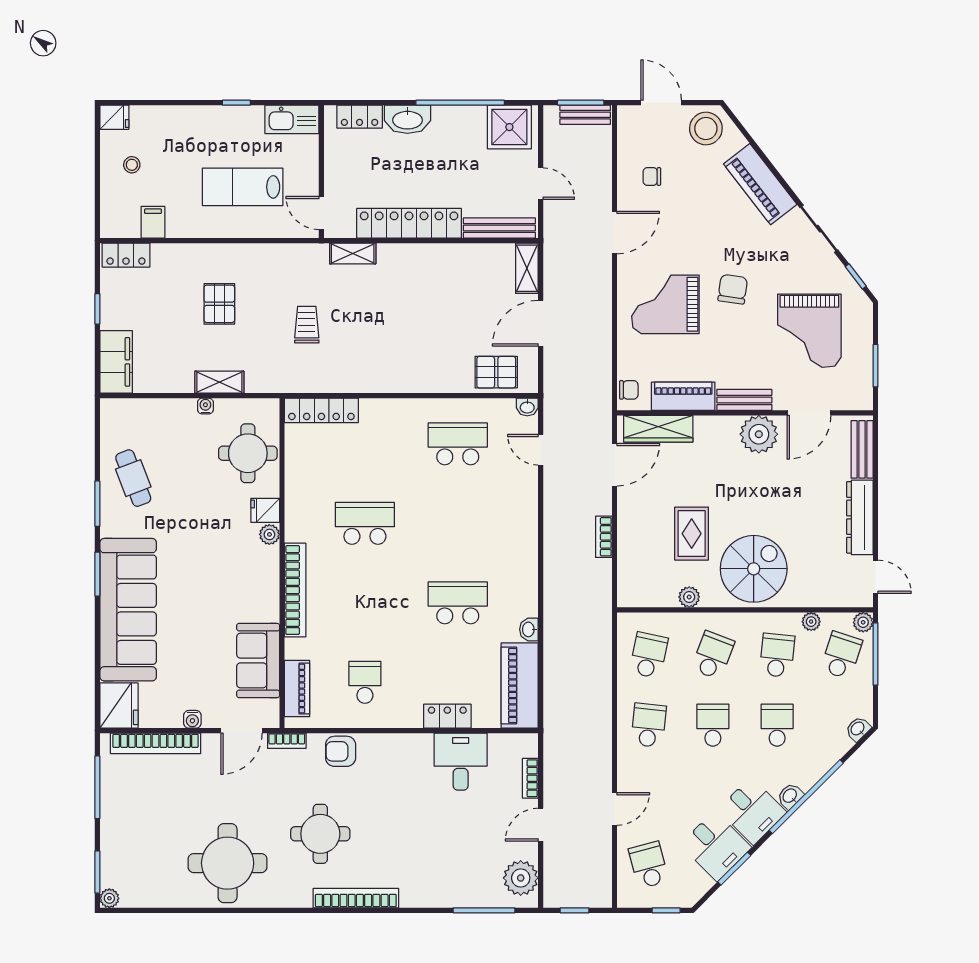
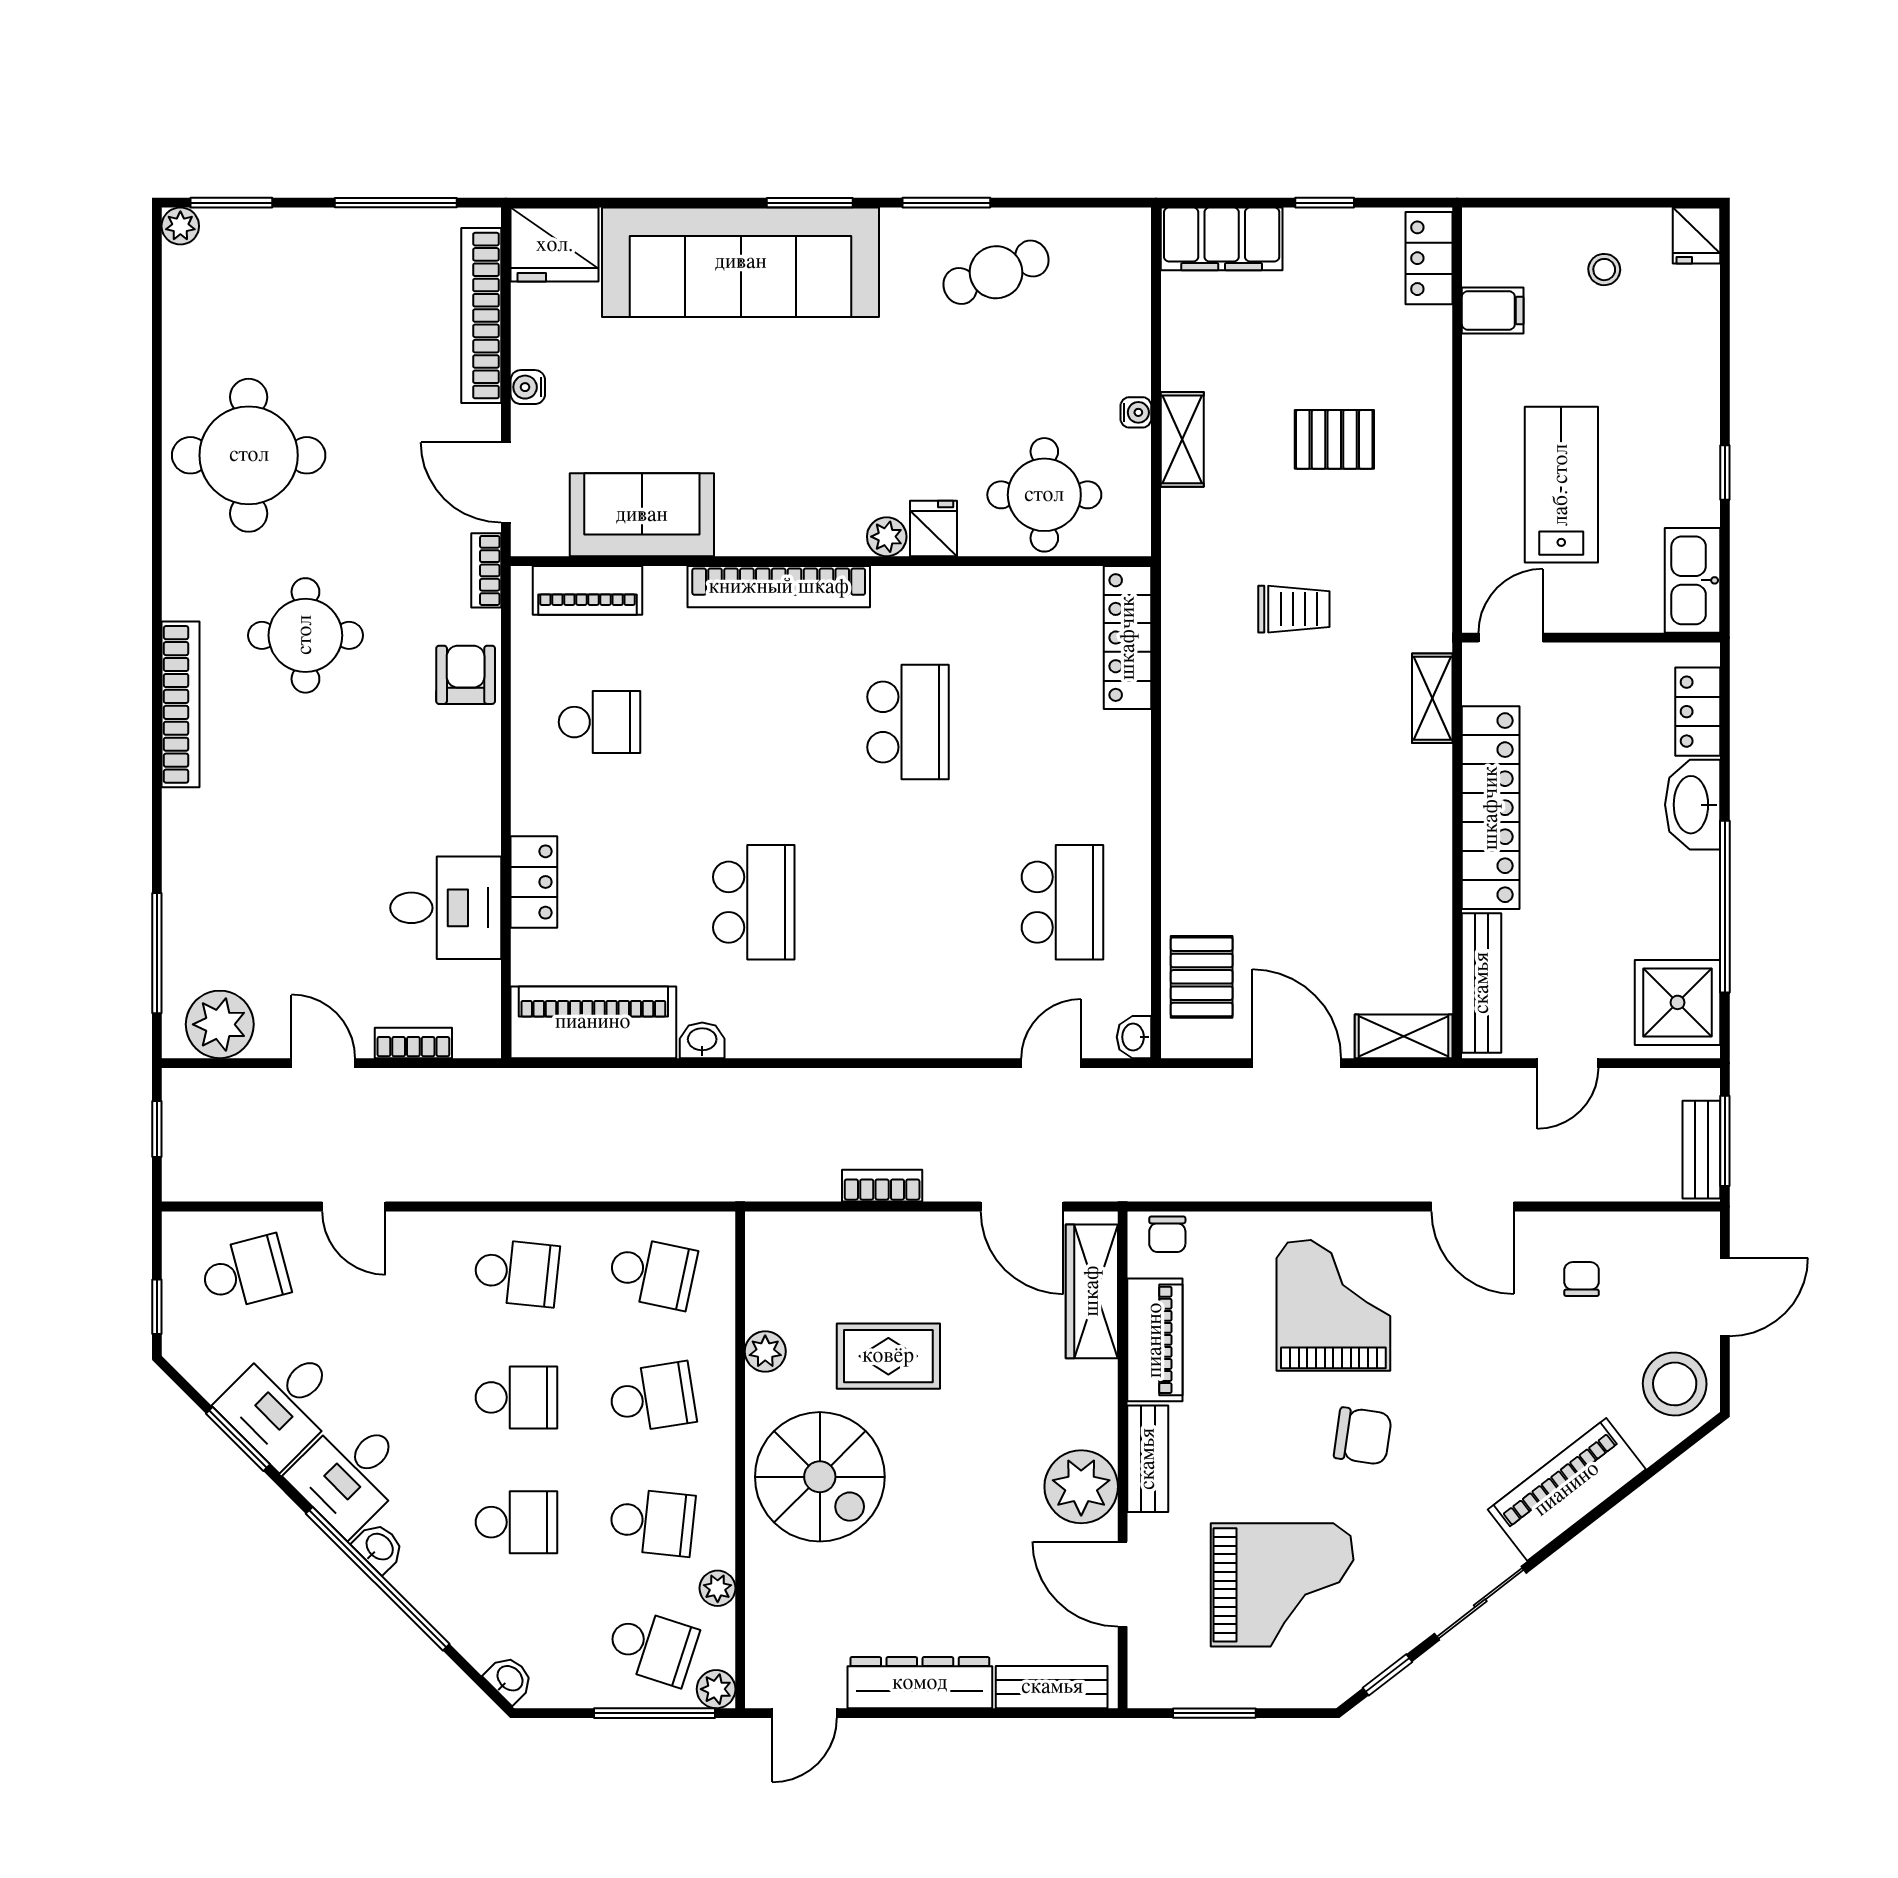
grand piano: (809, 331) -> (1282, 1585), turned 180
school desk: (713, 655) -> (652, 1397), turned -30

